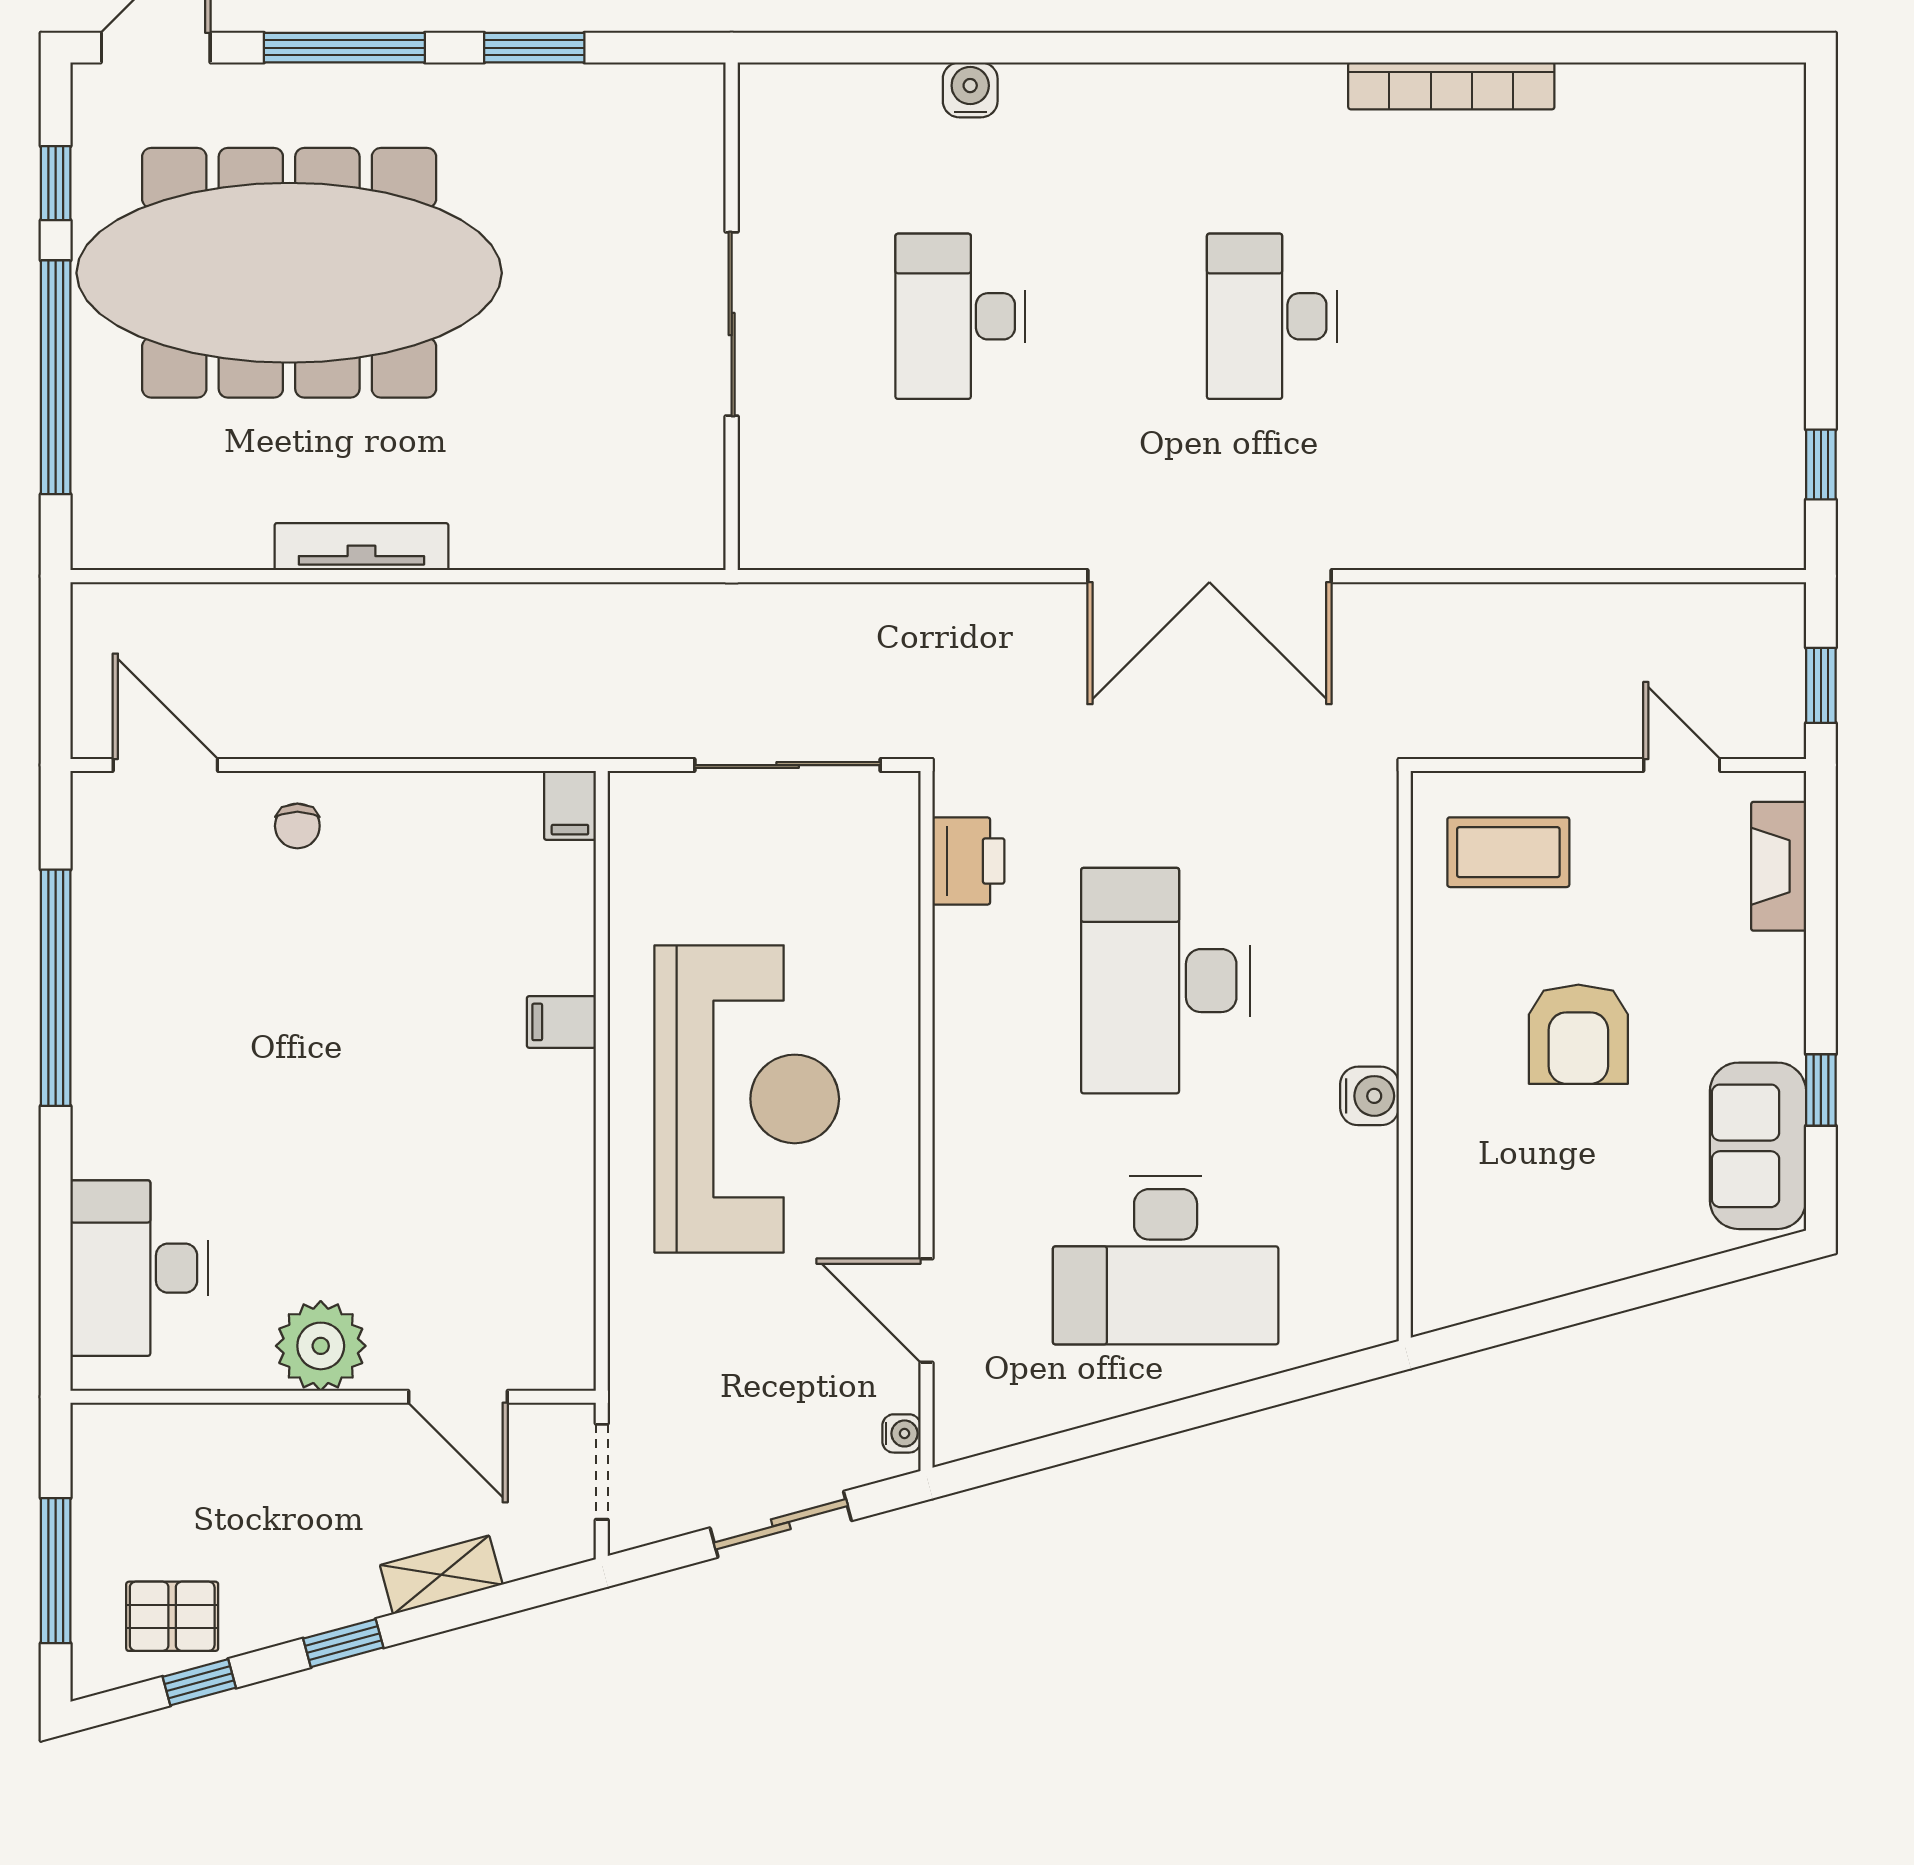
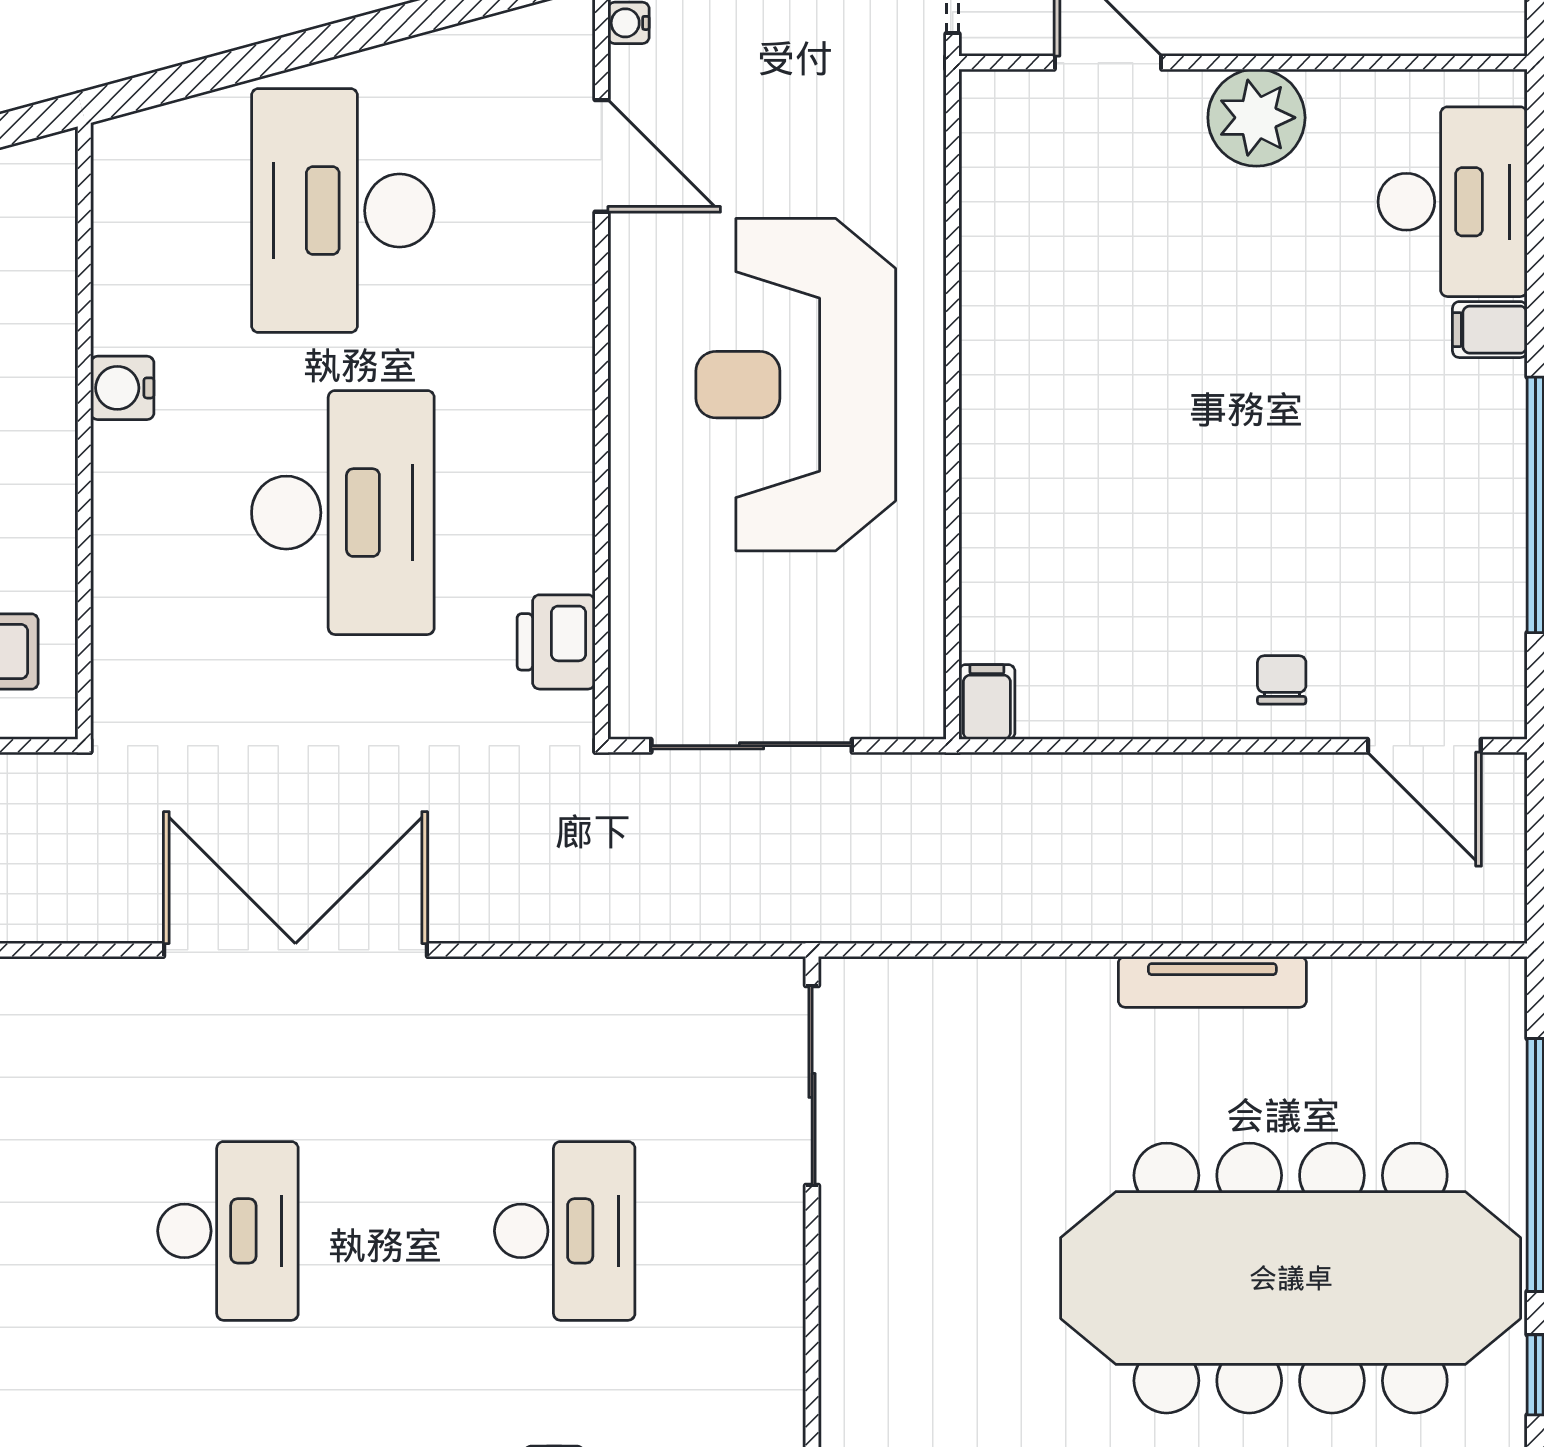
sliding door: (732, 324) -> (812, 1085), moved
filing cabinet: (561, 1022) -> (1490, 330), moved, turned 180
desk: (1166, 1260) -> (343, 211), turned -90

